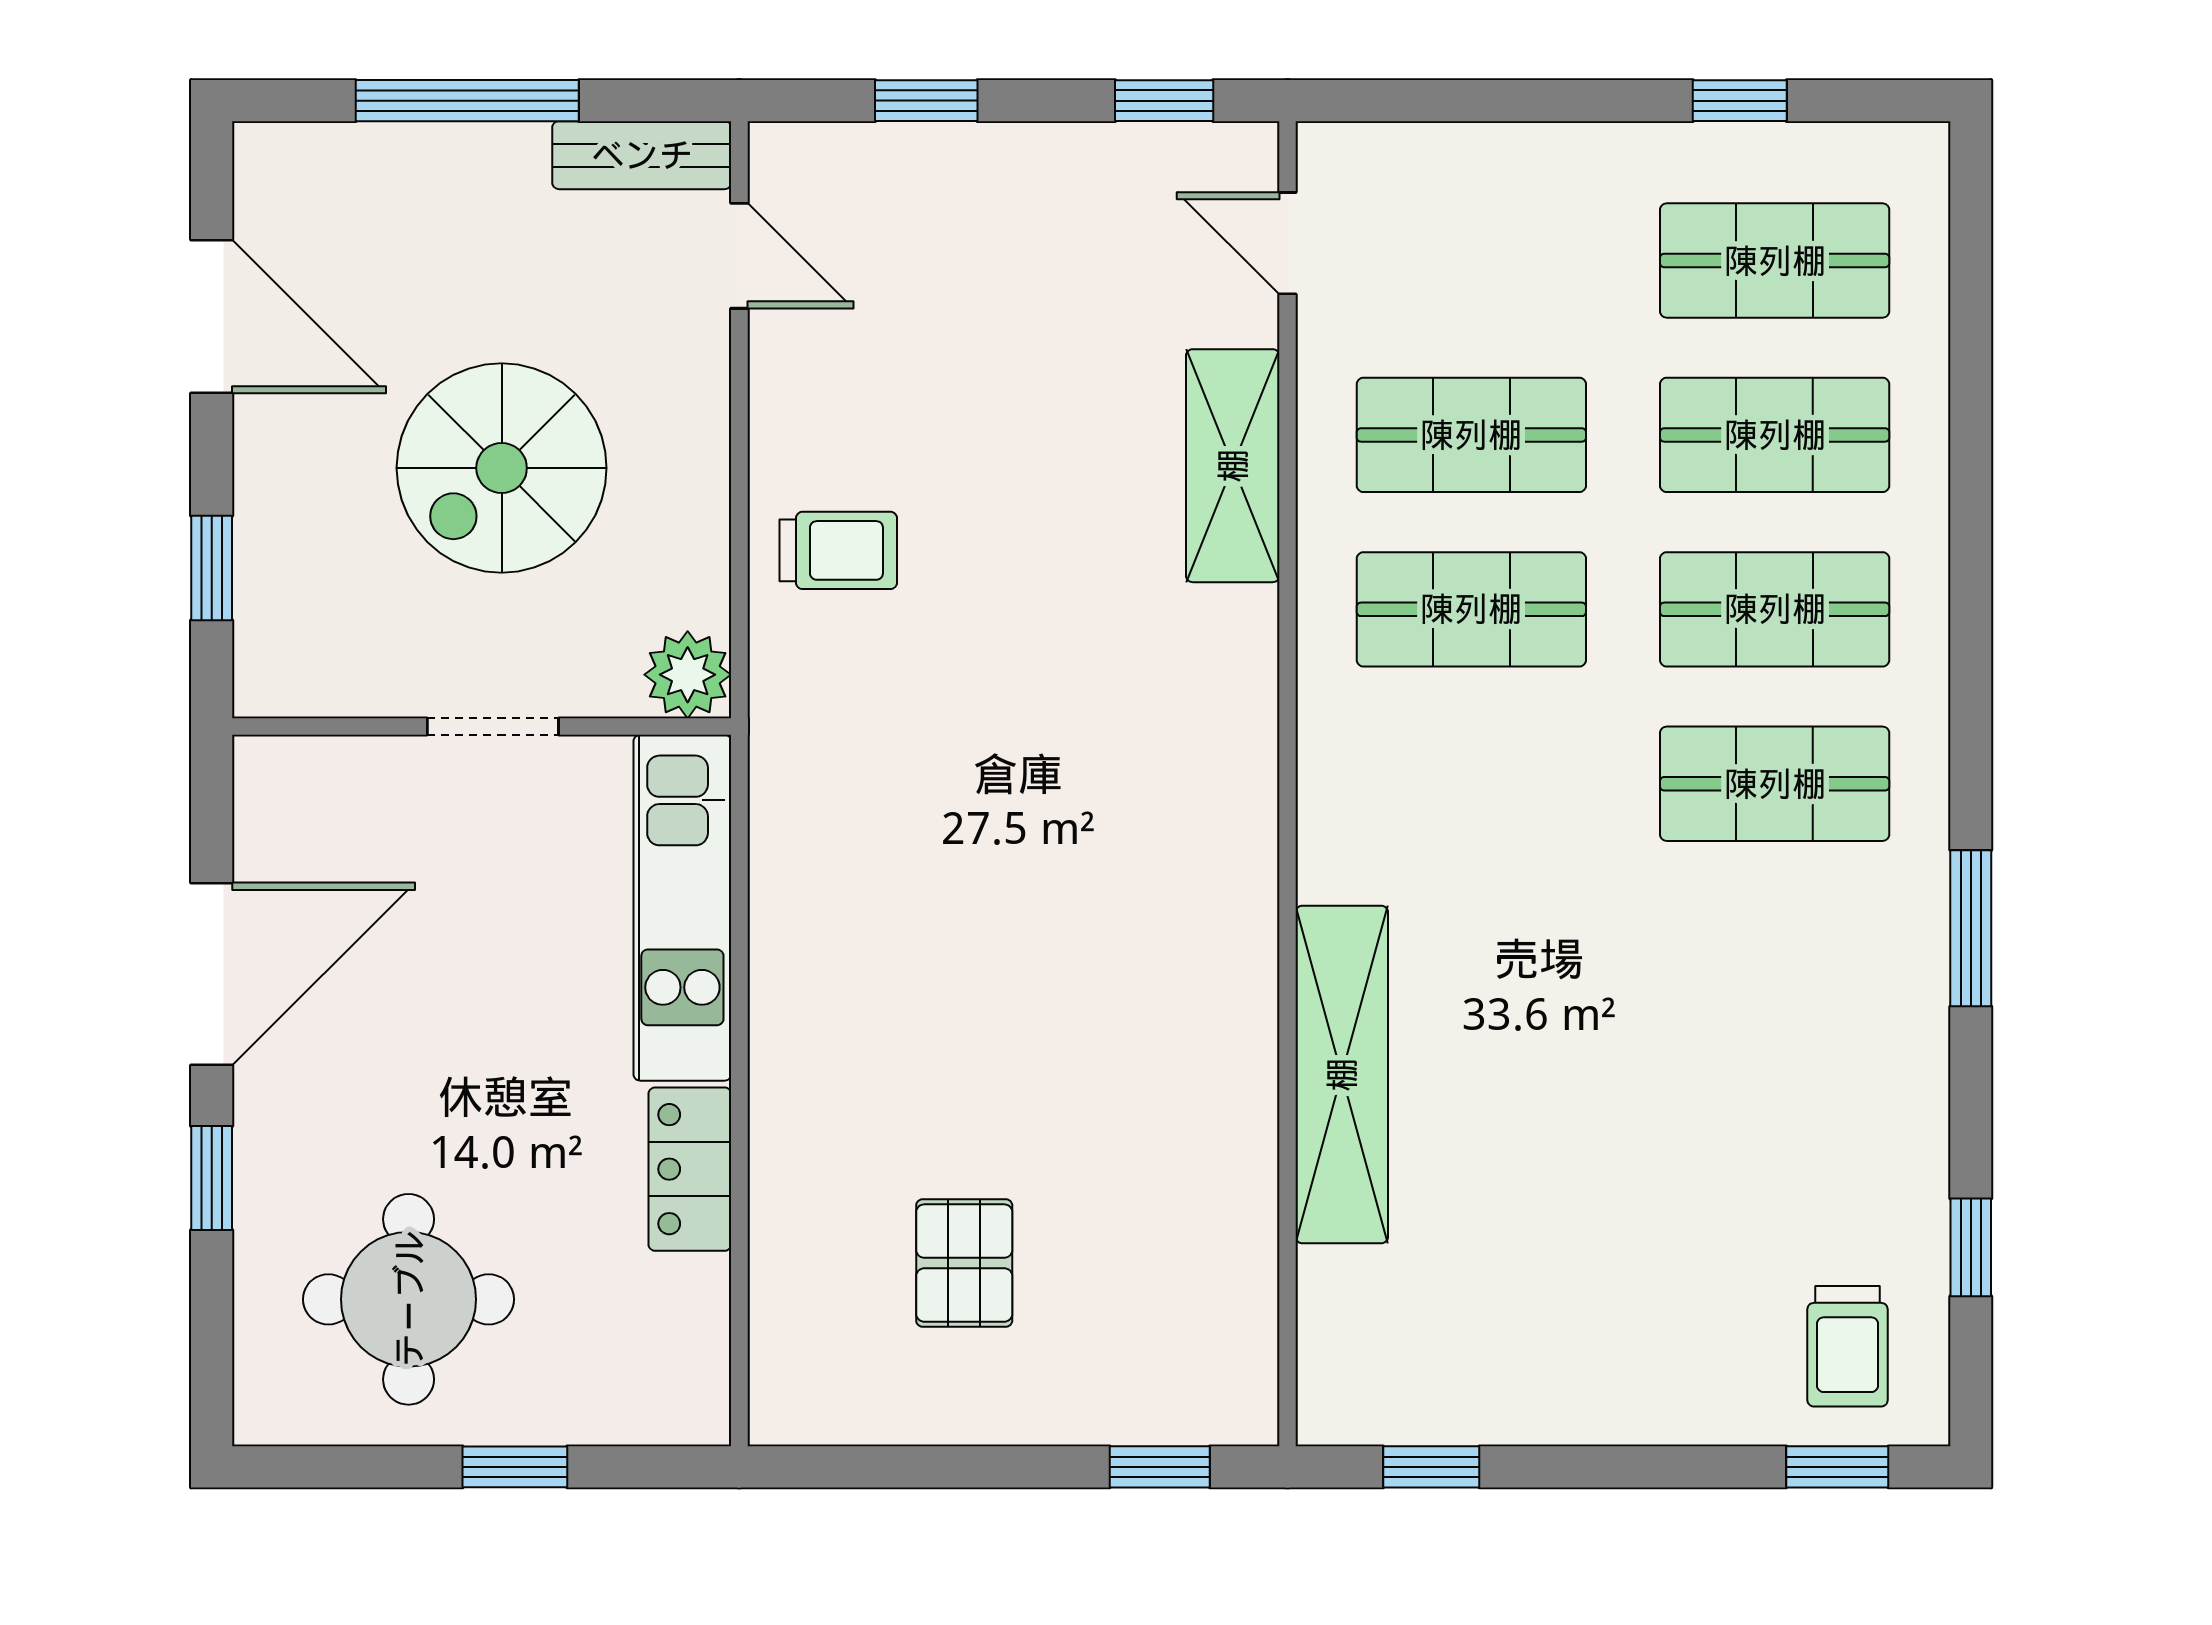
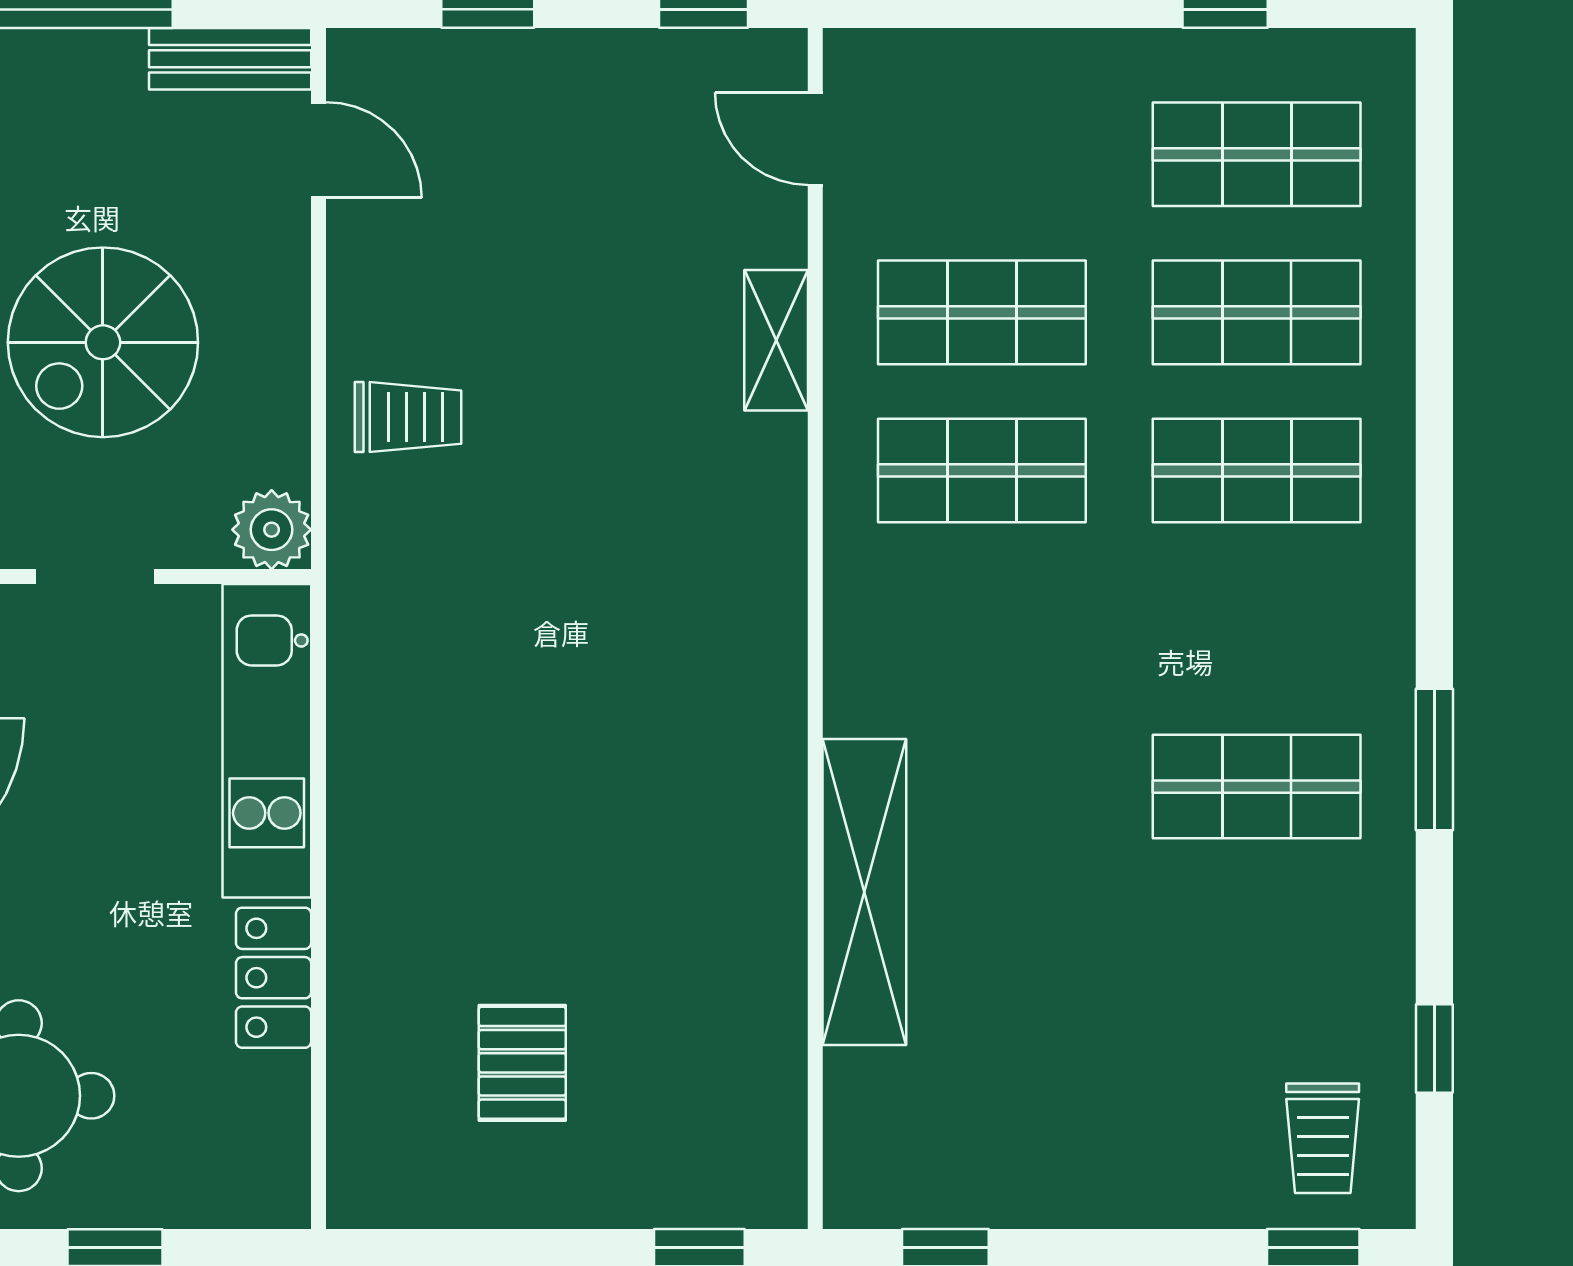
shelving: (1233, 466) -> (776, 340), width x0.67, depth x0.75
shop shelf: (1775, 784) -> (1257, 787), moved

